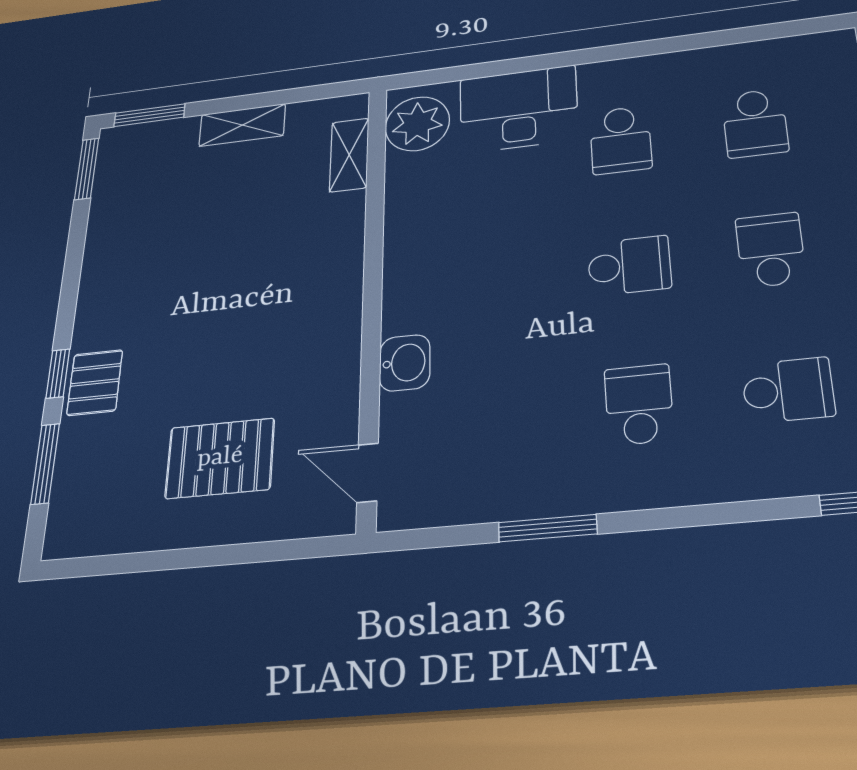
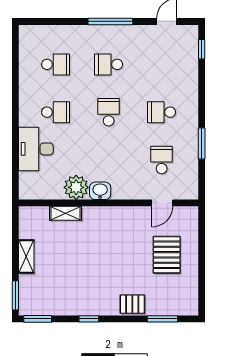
plant: (417, 124) -> (76, 187), moved
shelving: (349, 155) -> (66, 213), moved
washbasin: (405, 363) -> (100, 191), moved
window: (58, 374) -> (89, 319), moved
school desk: (788, 390) -> (162, 160), moved
door: (368, 473) -> (162, 203), moved

